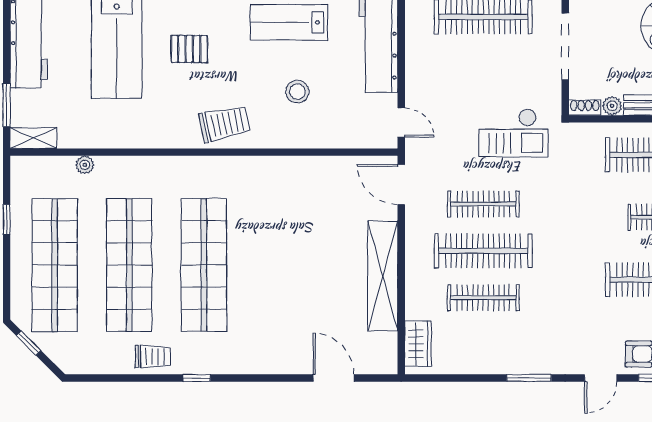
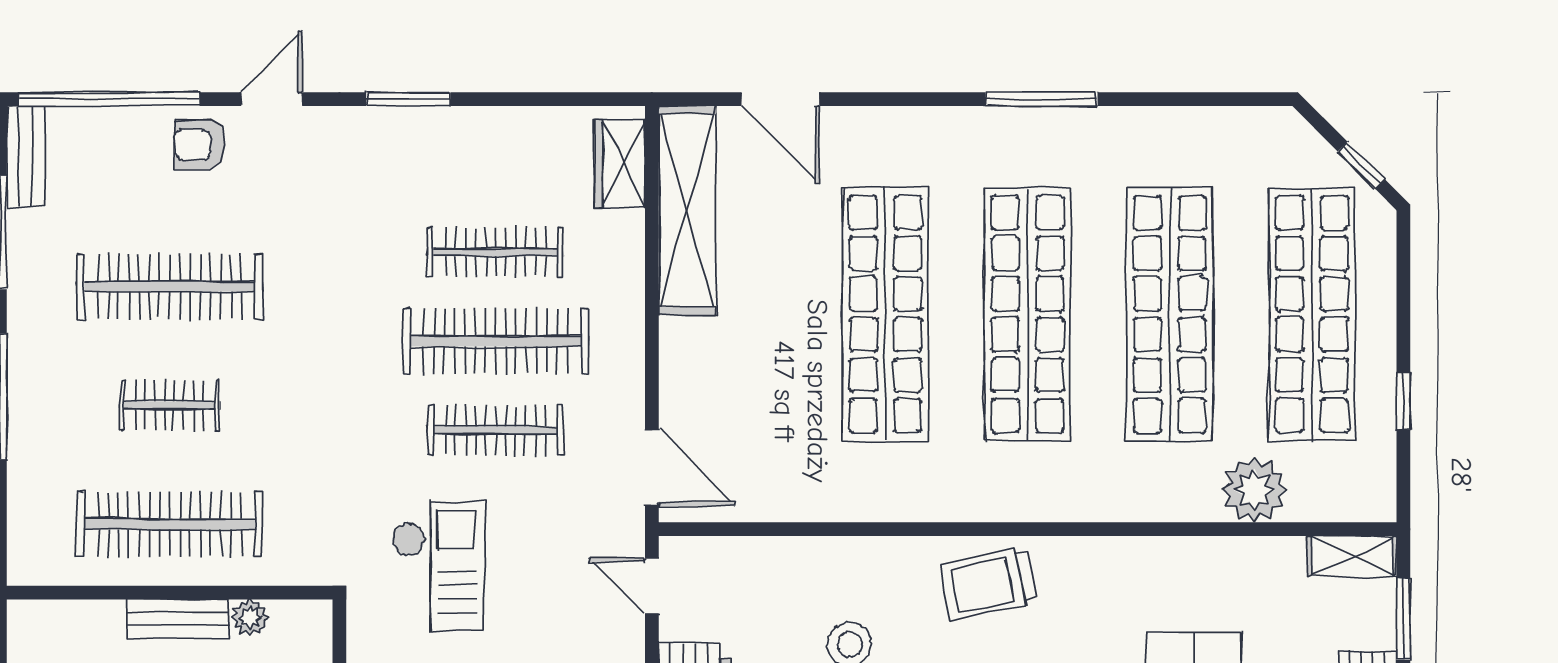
shoe rack: (585, 108) -> (302, 614), removed
checkout: (513, 133) -> (438, 566), turned 90
plant: (85, 165) -> (1254, 490), width x1.87, depth x1.87
shop shelf: (279, 265) -> (886, 314), added
shelving: (383, 276) -> (687, 211), moved
trolley: (153, 357) -> (1125, 140), removed
window: (197, 378) -> (1042, 99), width x2.17

